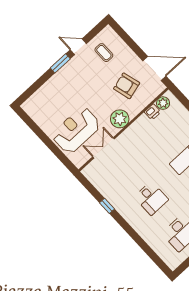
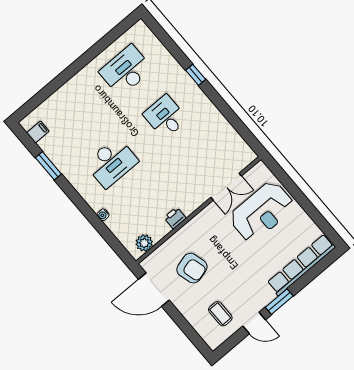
row of seats: (45, 92) -> (301, 265), added
printer: (153, 112) -> (175, 218), moved
plant: (120, 119) -> (203, 224), removed
window: (107, 206) -> (196, 75), moved

